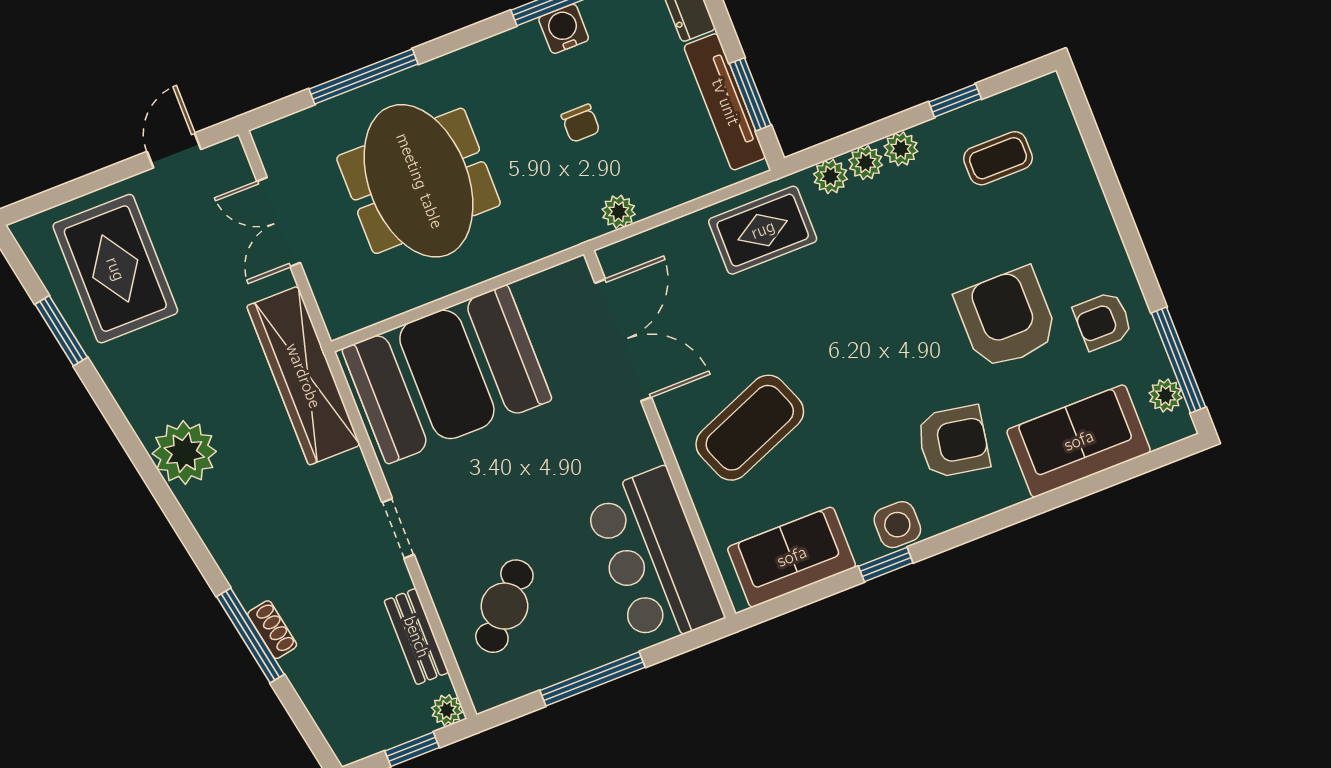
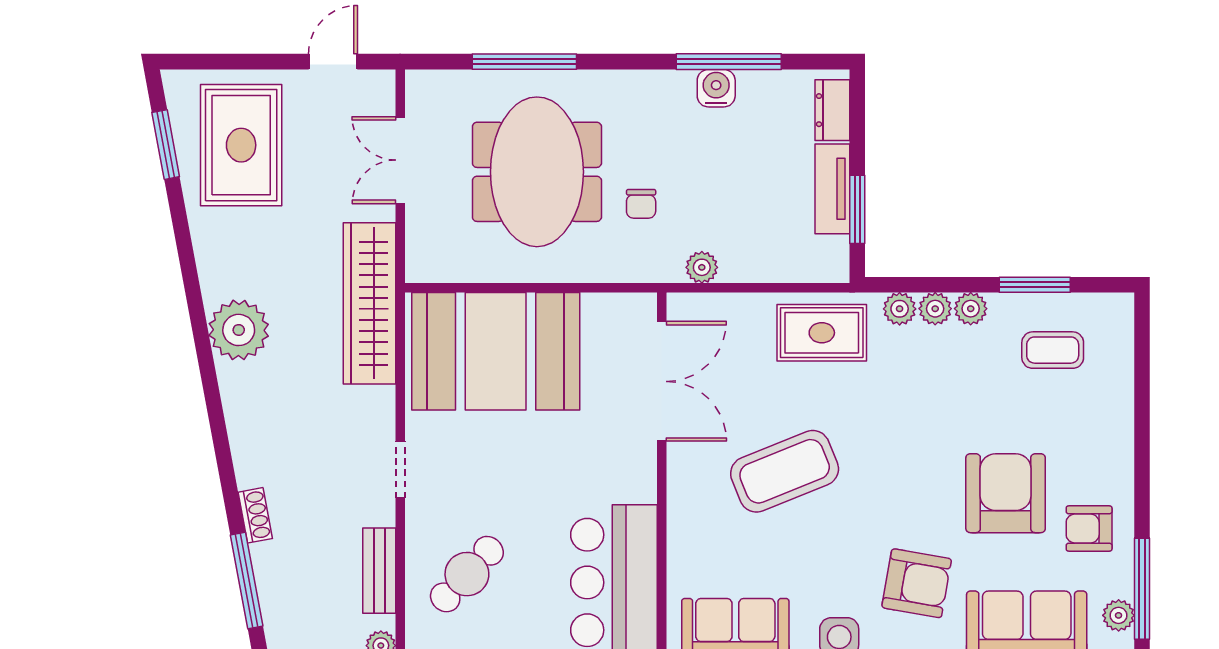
window: (955, 100) -> (1035, 285), width x1.50
tv unit: (725, 102) -> (832, 189), width x0.71
chair: (580, 123) -> (641, 204), moved
window: (61, 331) -> (166, 145), moved
coffee table: (750, 428) -> (785, 471), moved
window: (250, 636) -> (247, 580), moved

